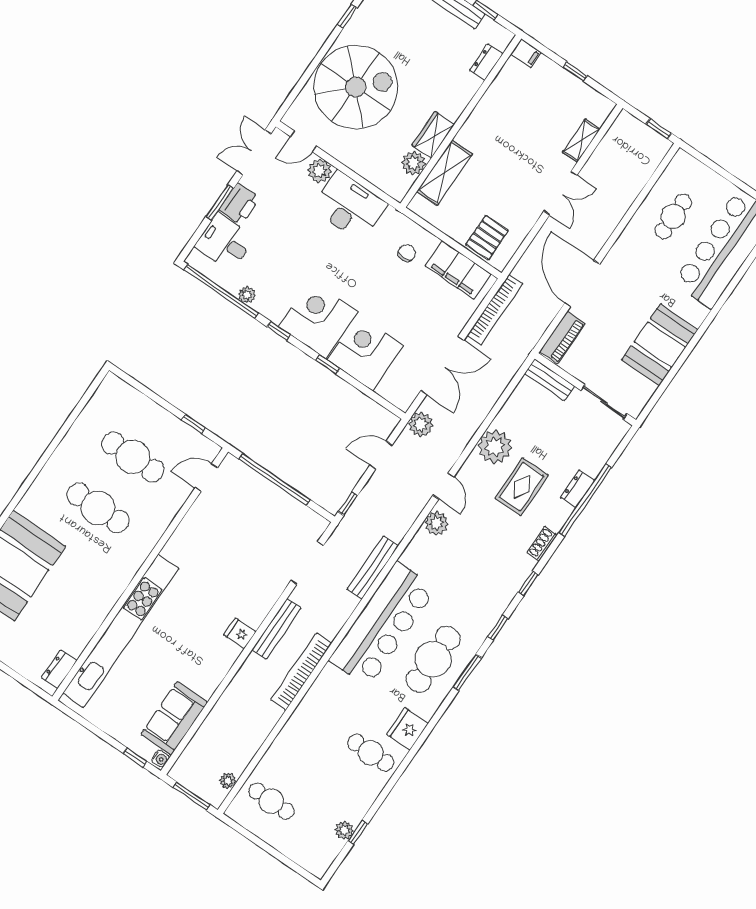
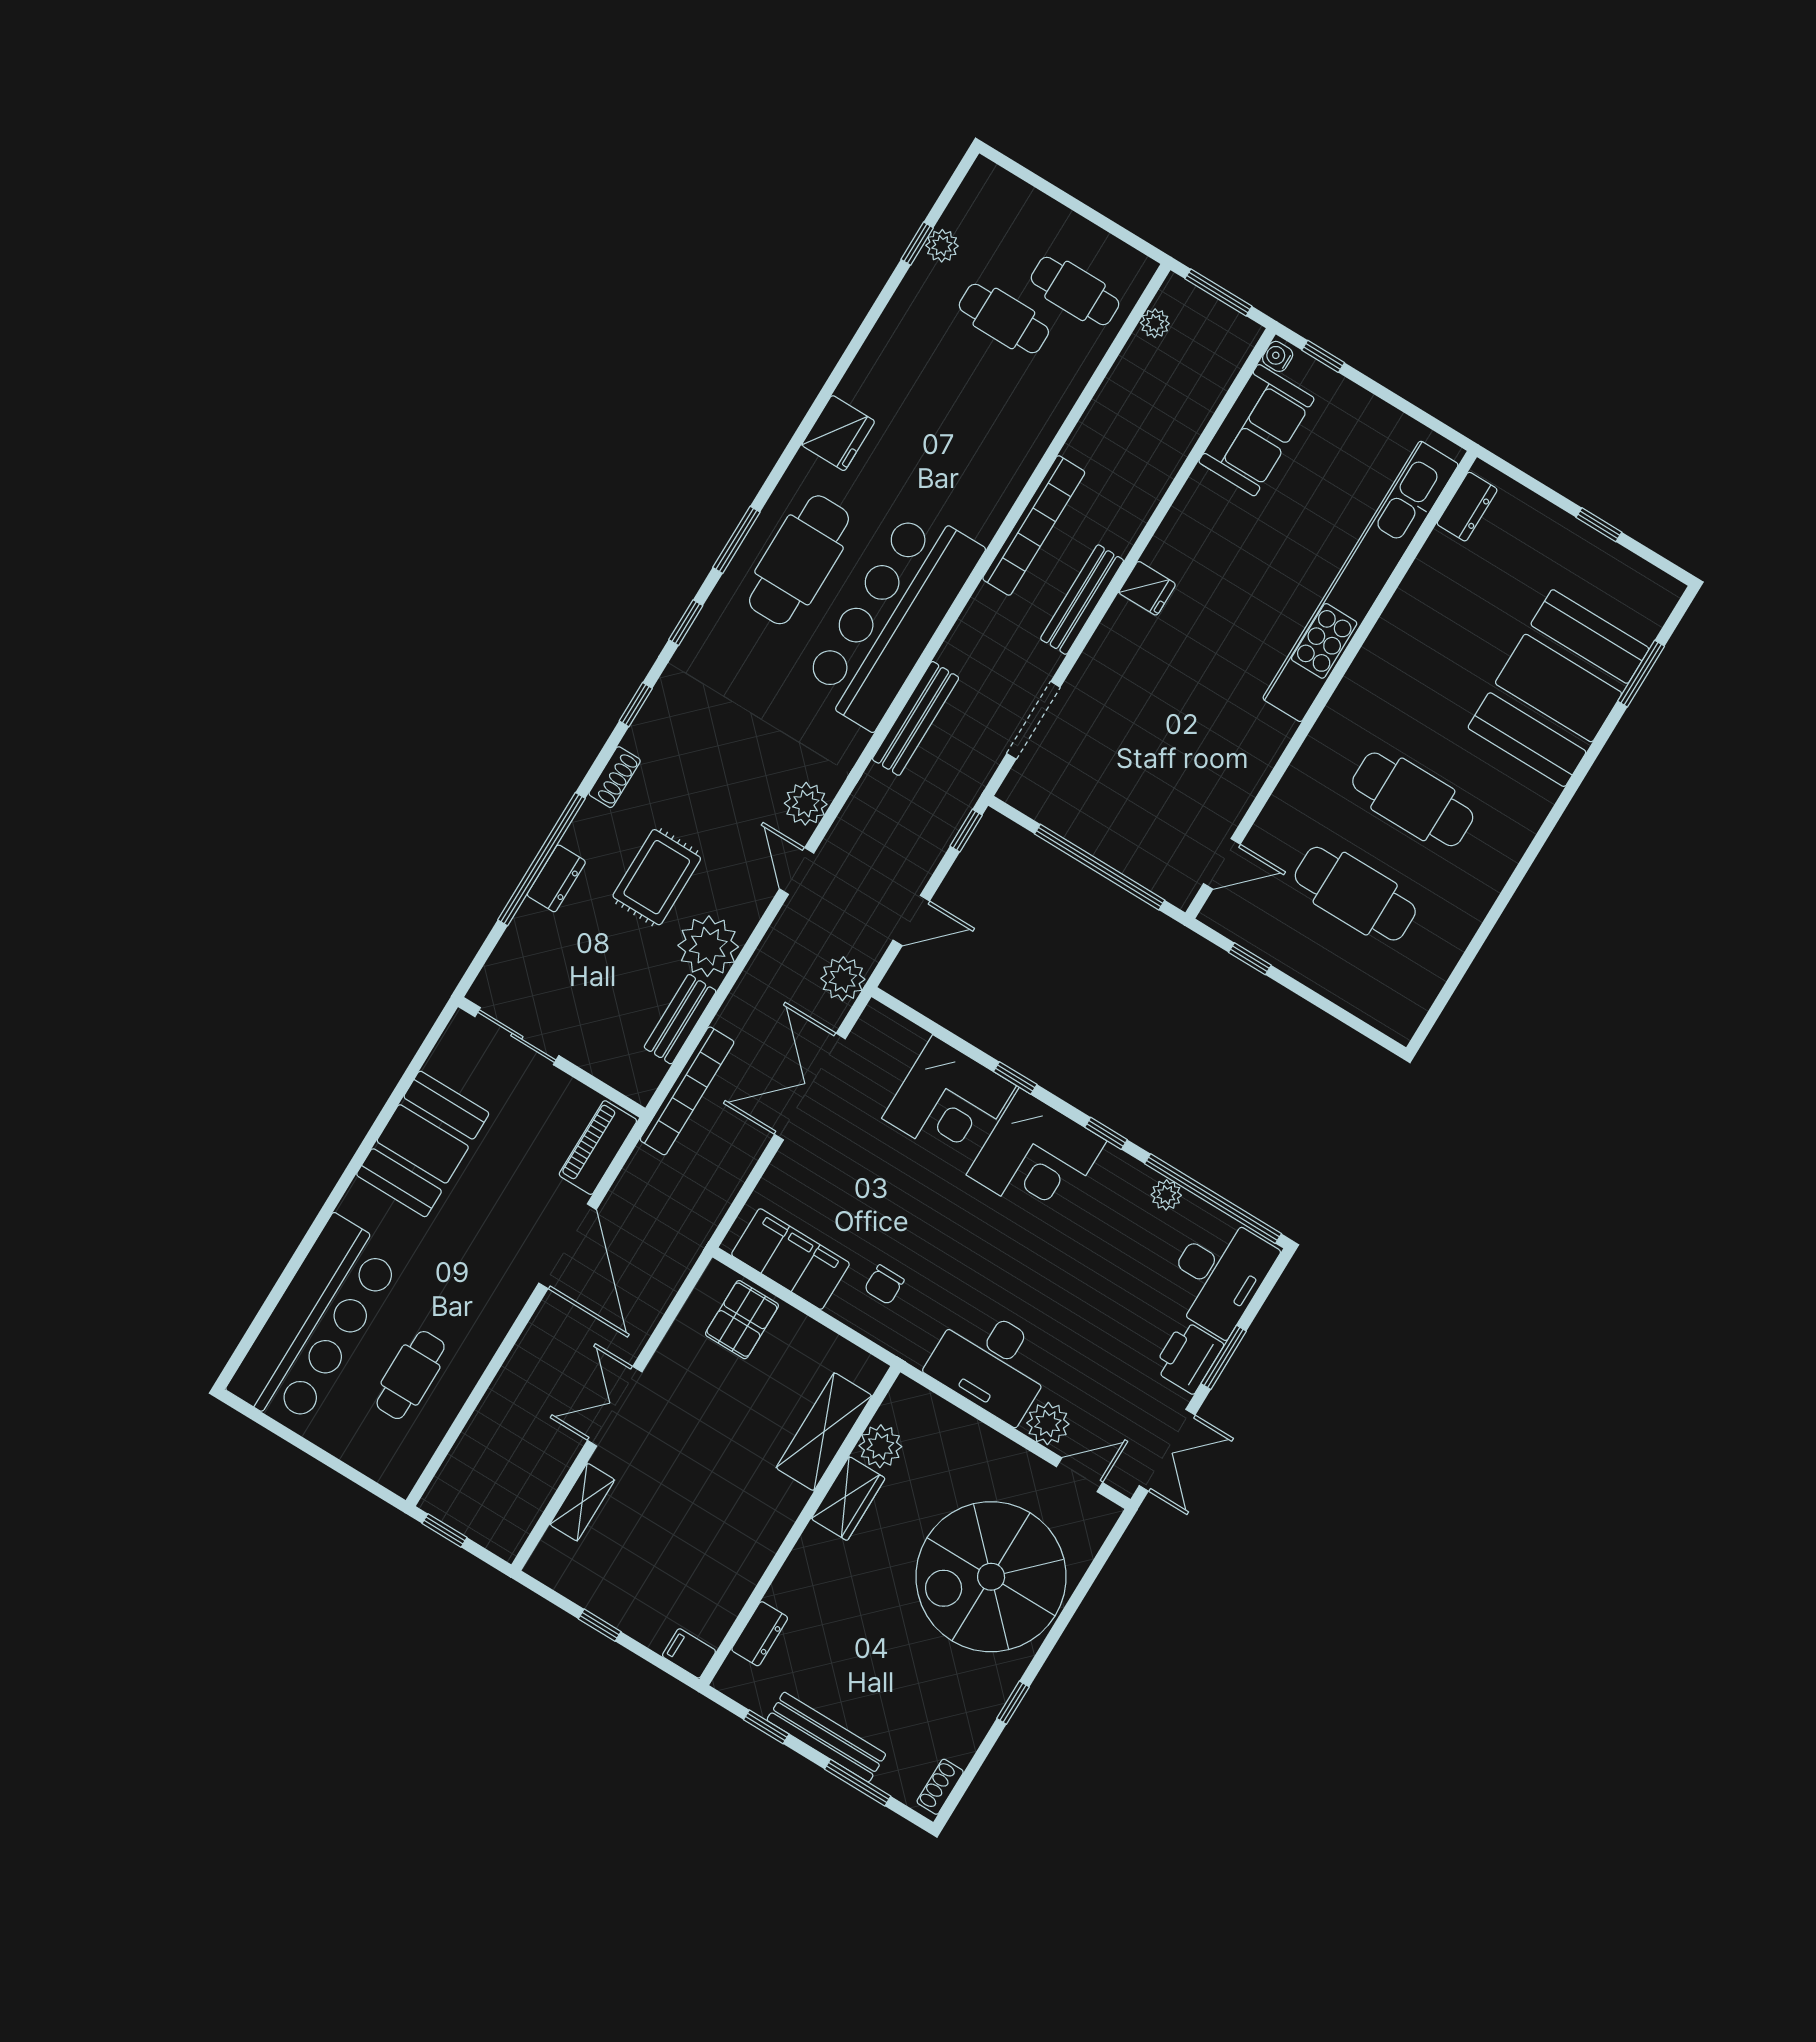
desk: (225, 242) -> (1219, 1275), width x1.37
bookcase: (495, 310) -> (687, 1091), moved, turned 180
bench: (549, 380) -> (680, 1019), moved, turned 90
cafe table: (371, 753) -> (1004, 319), moved

